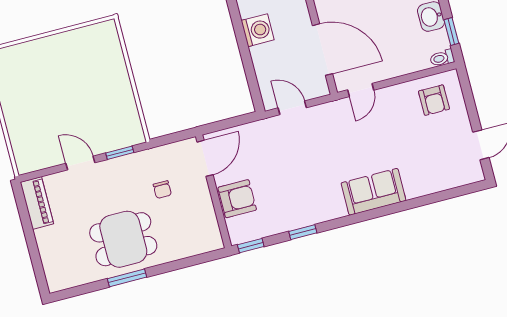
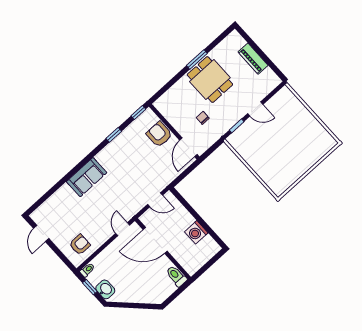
armchair: (434, 100) -> (80, 245), turned 90
armchair: (237, 199) -> (159, 134), turned 90
piano: (37, 203) -> (253, 59), moved
dining table: (123, 239) -> (210, 80), turned 90

